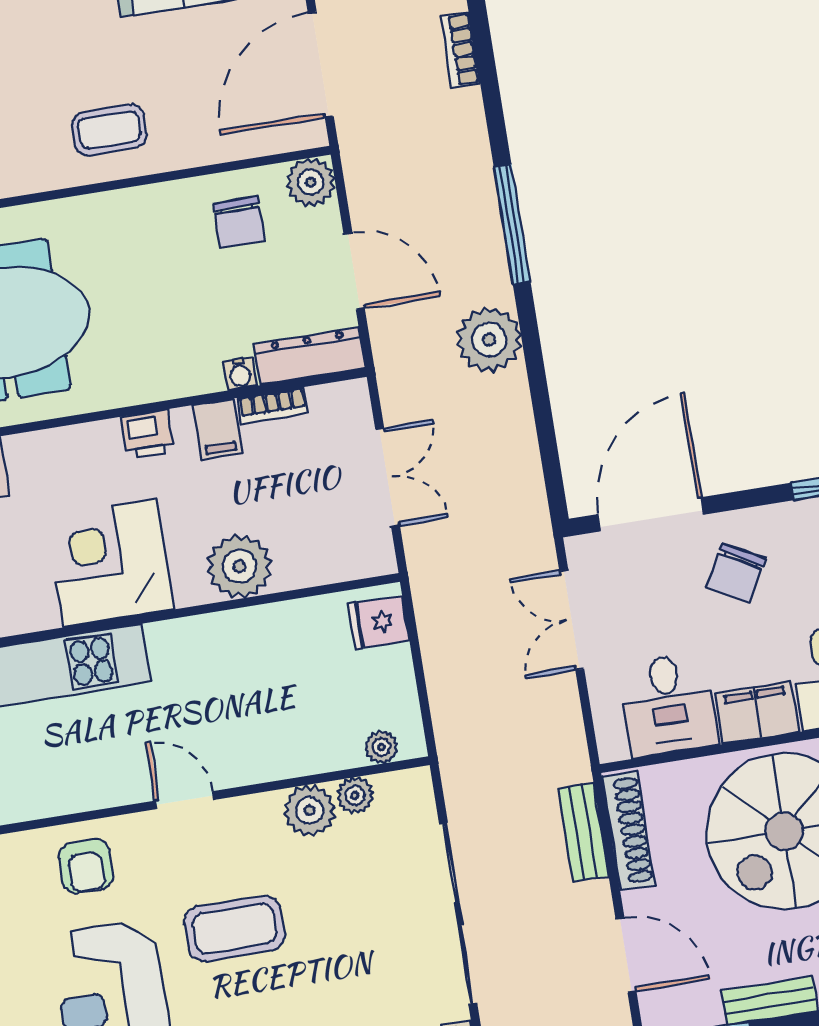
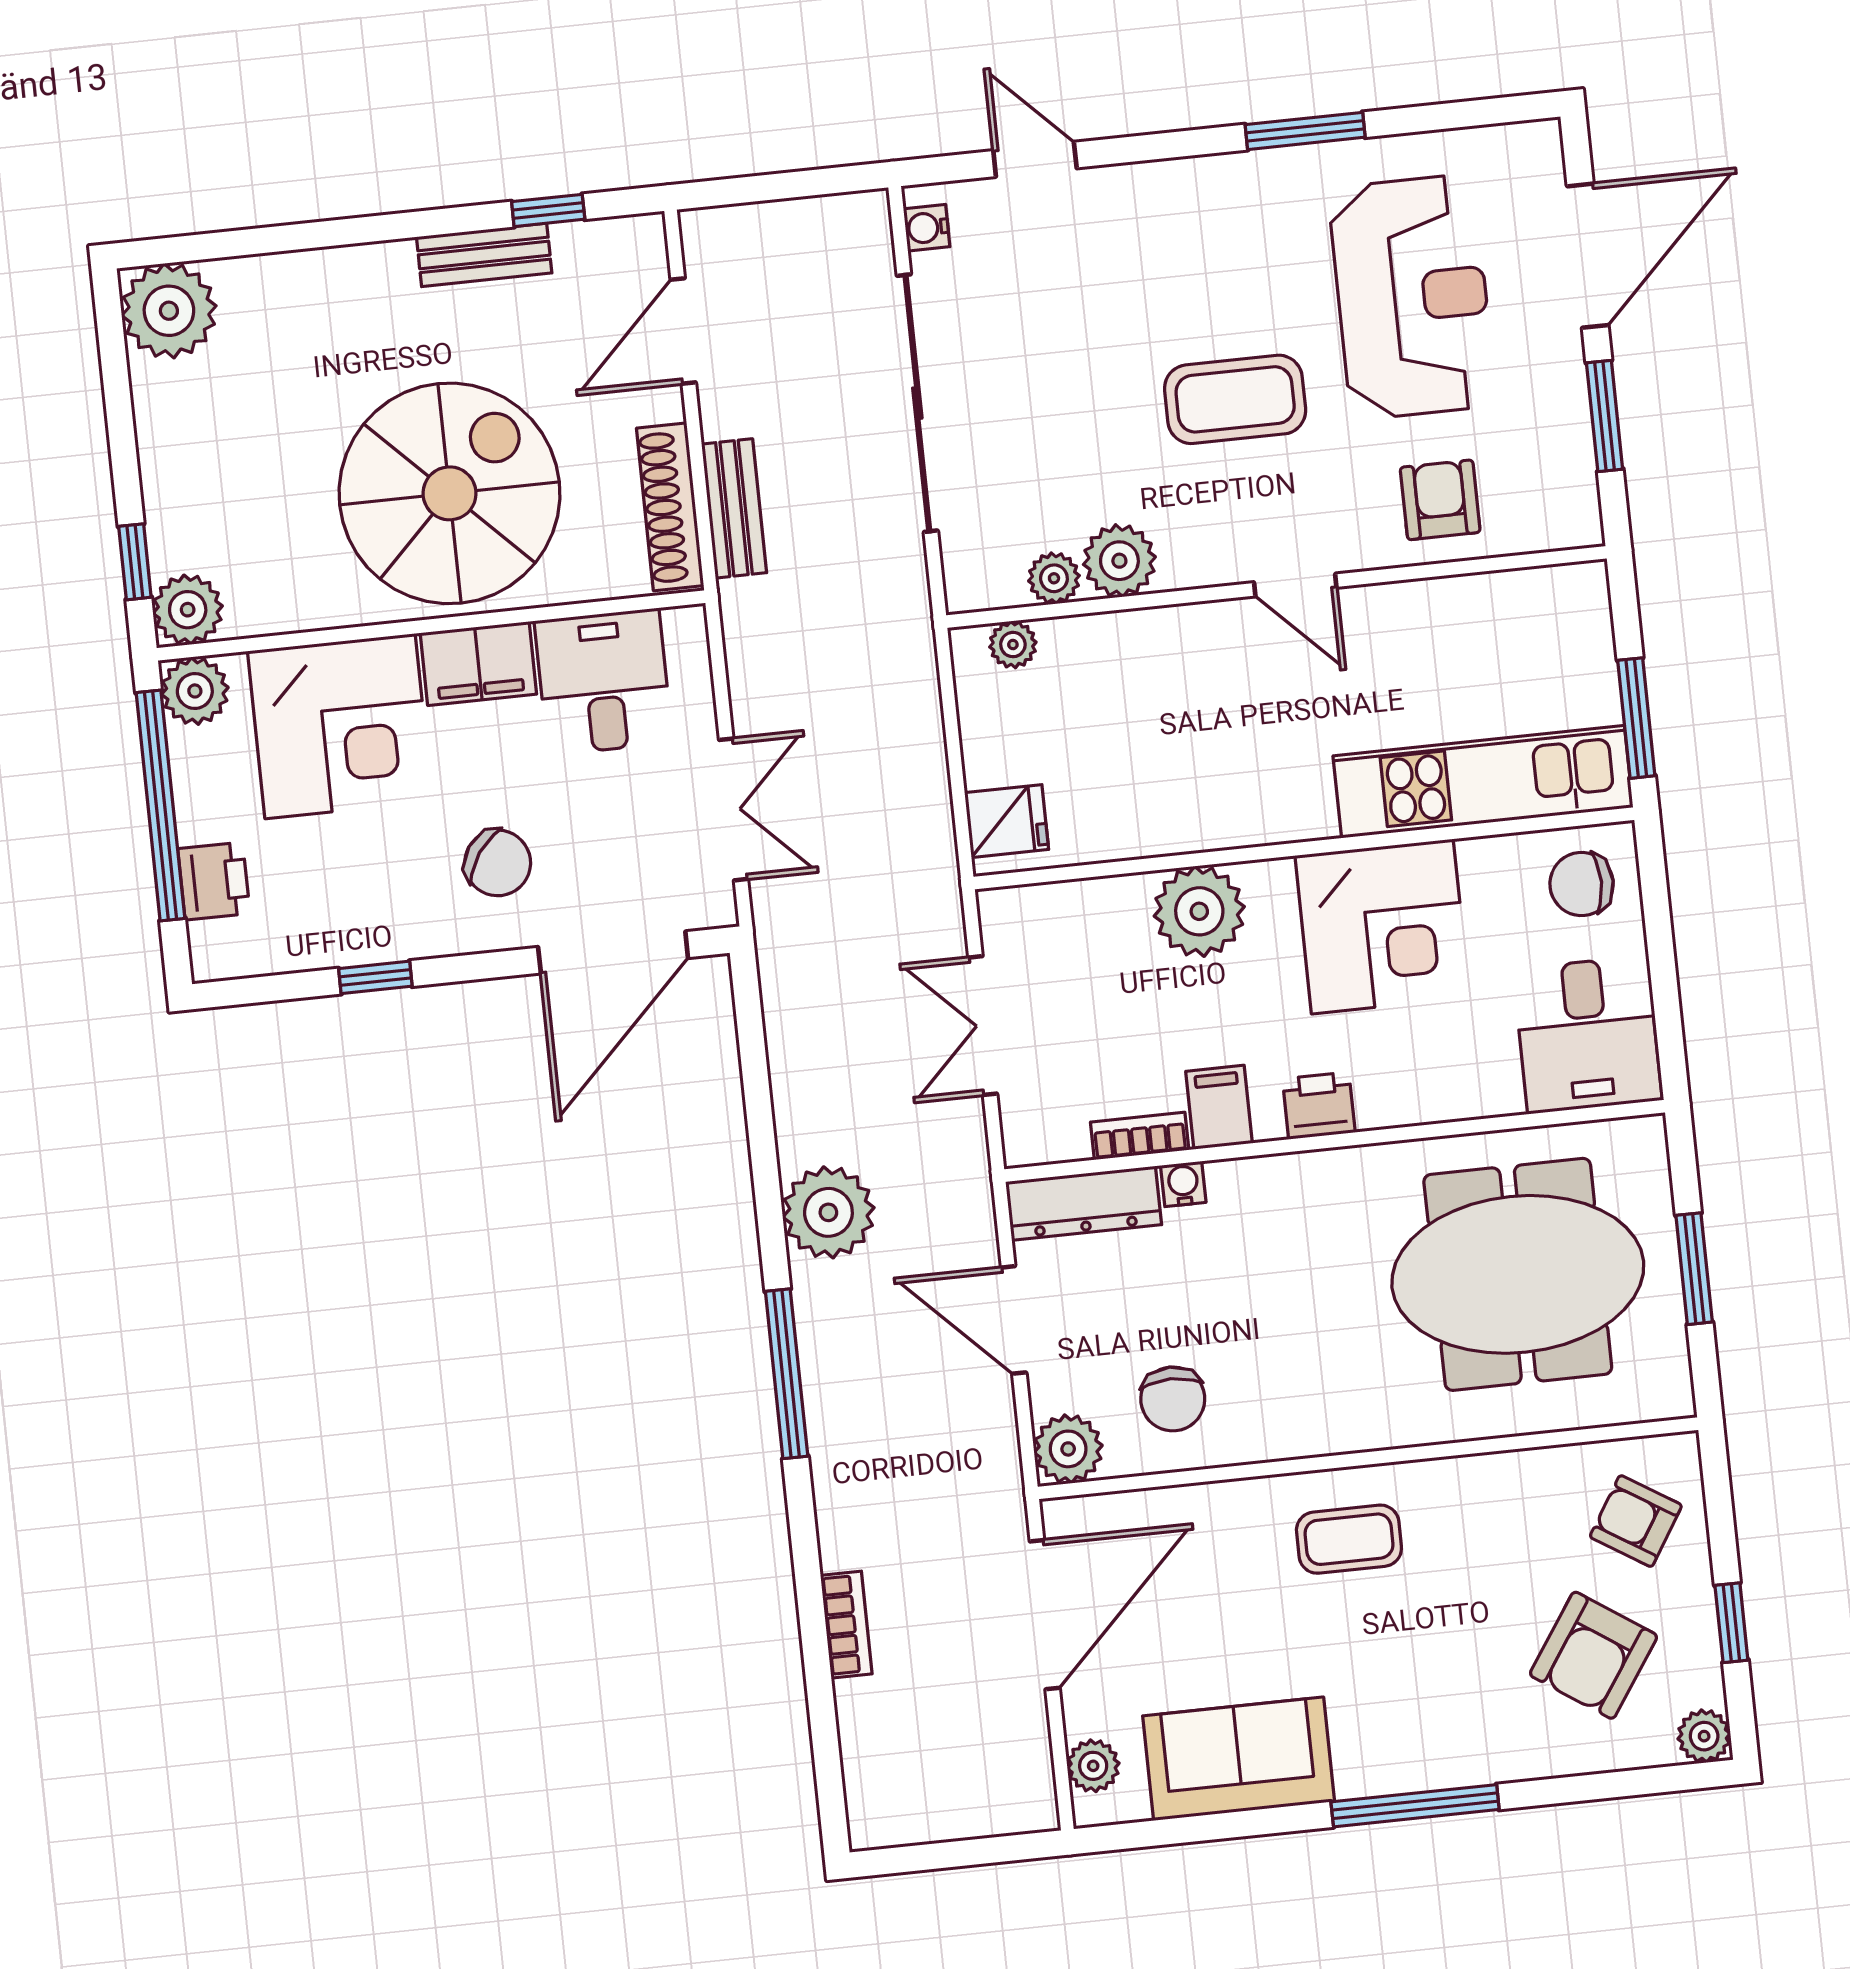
chair: (239, 222) -> (1173, 1399), turned 180
chair: (736, 573) -> (498, 863), turned 96
door: (626, 955) -> (683, 331), hinge flipped

